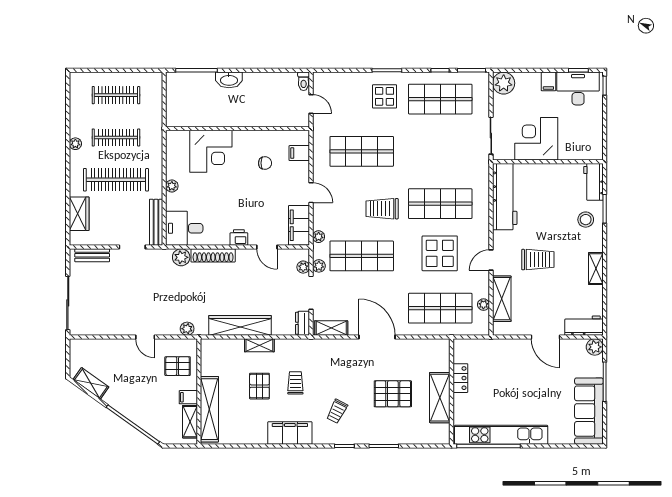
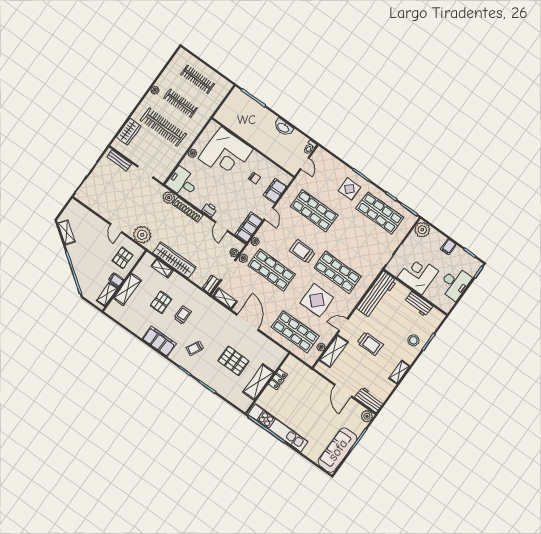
washbasin: (229, 80) -> (283, 127), moved
desk: (578, 88) -> (455, 283), moved, turned 90
corner desk: (211, 151) -> (226, 154), width x1.36, depth x1.36
filing cabinet: (299, 153) -> (275, 191), width x2.00
workbench: (593, 182) -> (418, 304), moved, turned -90
bench: (156, 222) -> (169, 168), removed
plant: (187, 329) -> (142, 235), width x1.88, depth x1.88
shelving: (259, 345) -> (162, 268), moved
pallet: (178, 366) -> (123, 258), turned 90
shelving: (209, 409) -> (127, 289), width x0.68

